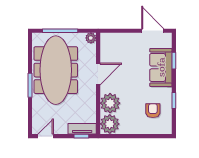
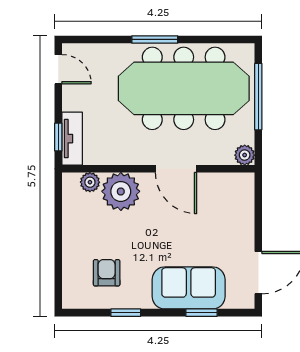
armchair: (153, 111) -> (107, 273), turned -90
plant: (110, 124) -> (90, 182), width x0.53, depth x0.53

